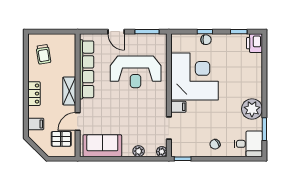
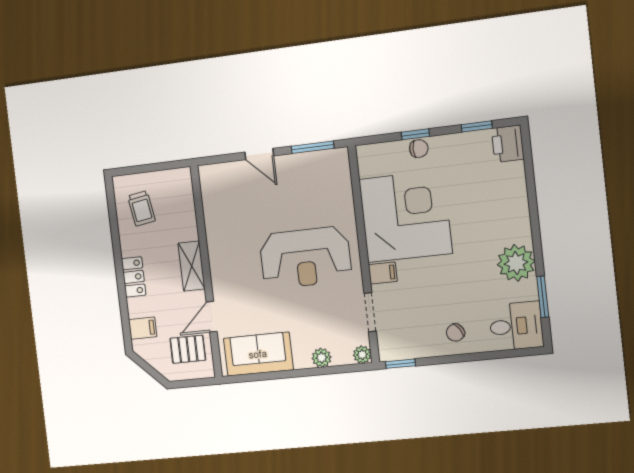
row of seats: (87, 69) -> (216, 225), removed
reception desk: (136, 72) -> (305, 258), moved

